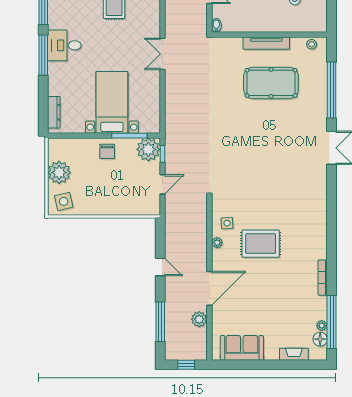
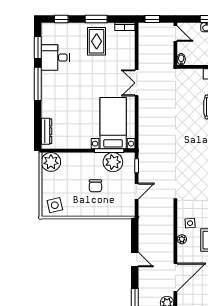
desk: (64, 45) -> (55, 58), moved
bed with nightstands: (112, 102) -> (113, 123), moved
plant: (148, 149) -> (113, 162), moved
chair: (107, 151) -> (95, 186), moved
plant: (59, 172) -> (51, 162), moved

